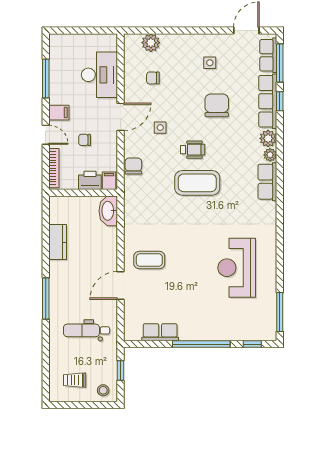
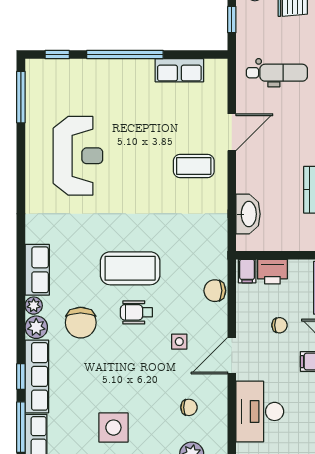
side table: (210, 63) -> (113, 428), width x1.87, depth x1.87
chair: (217, 105) -> (81, 323), moved
chair: (133, 166) -> (215, 291), turned 90
washbasin: (108, 211) -> (248, 214), moved

